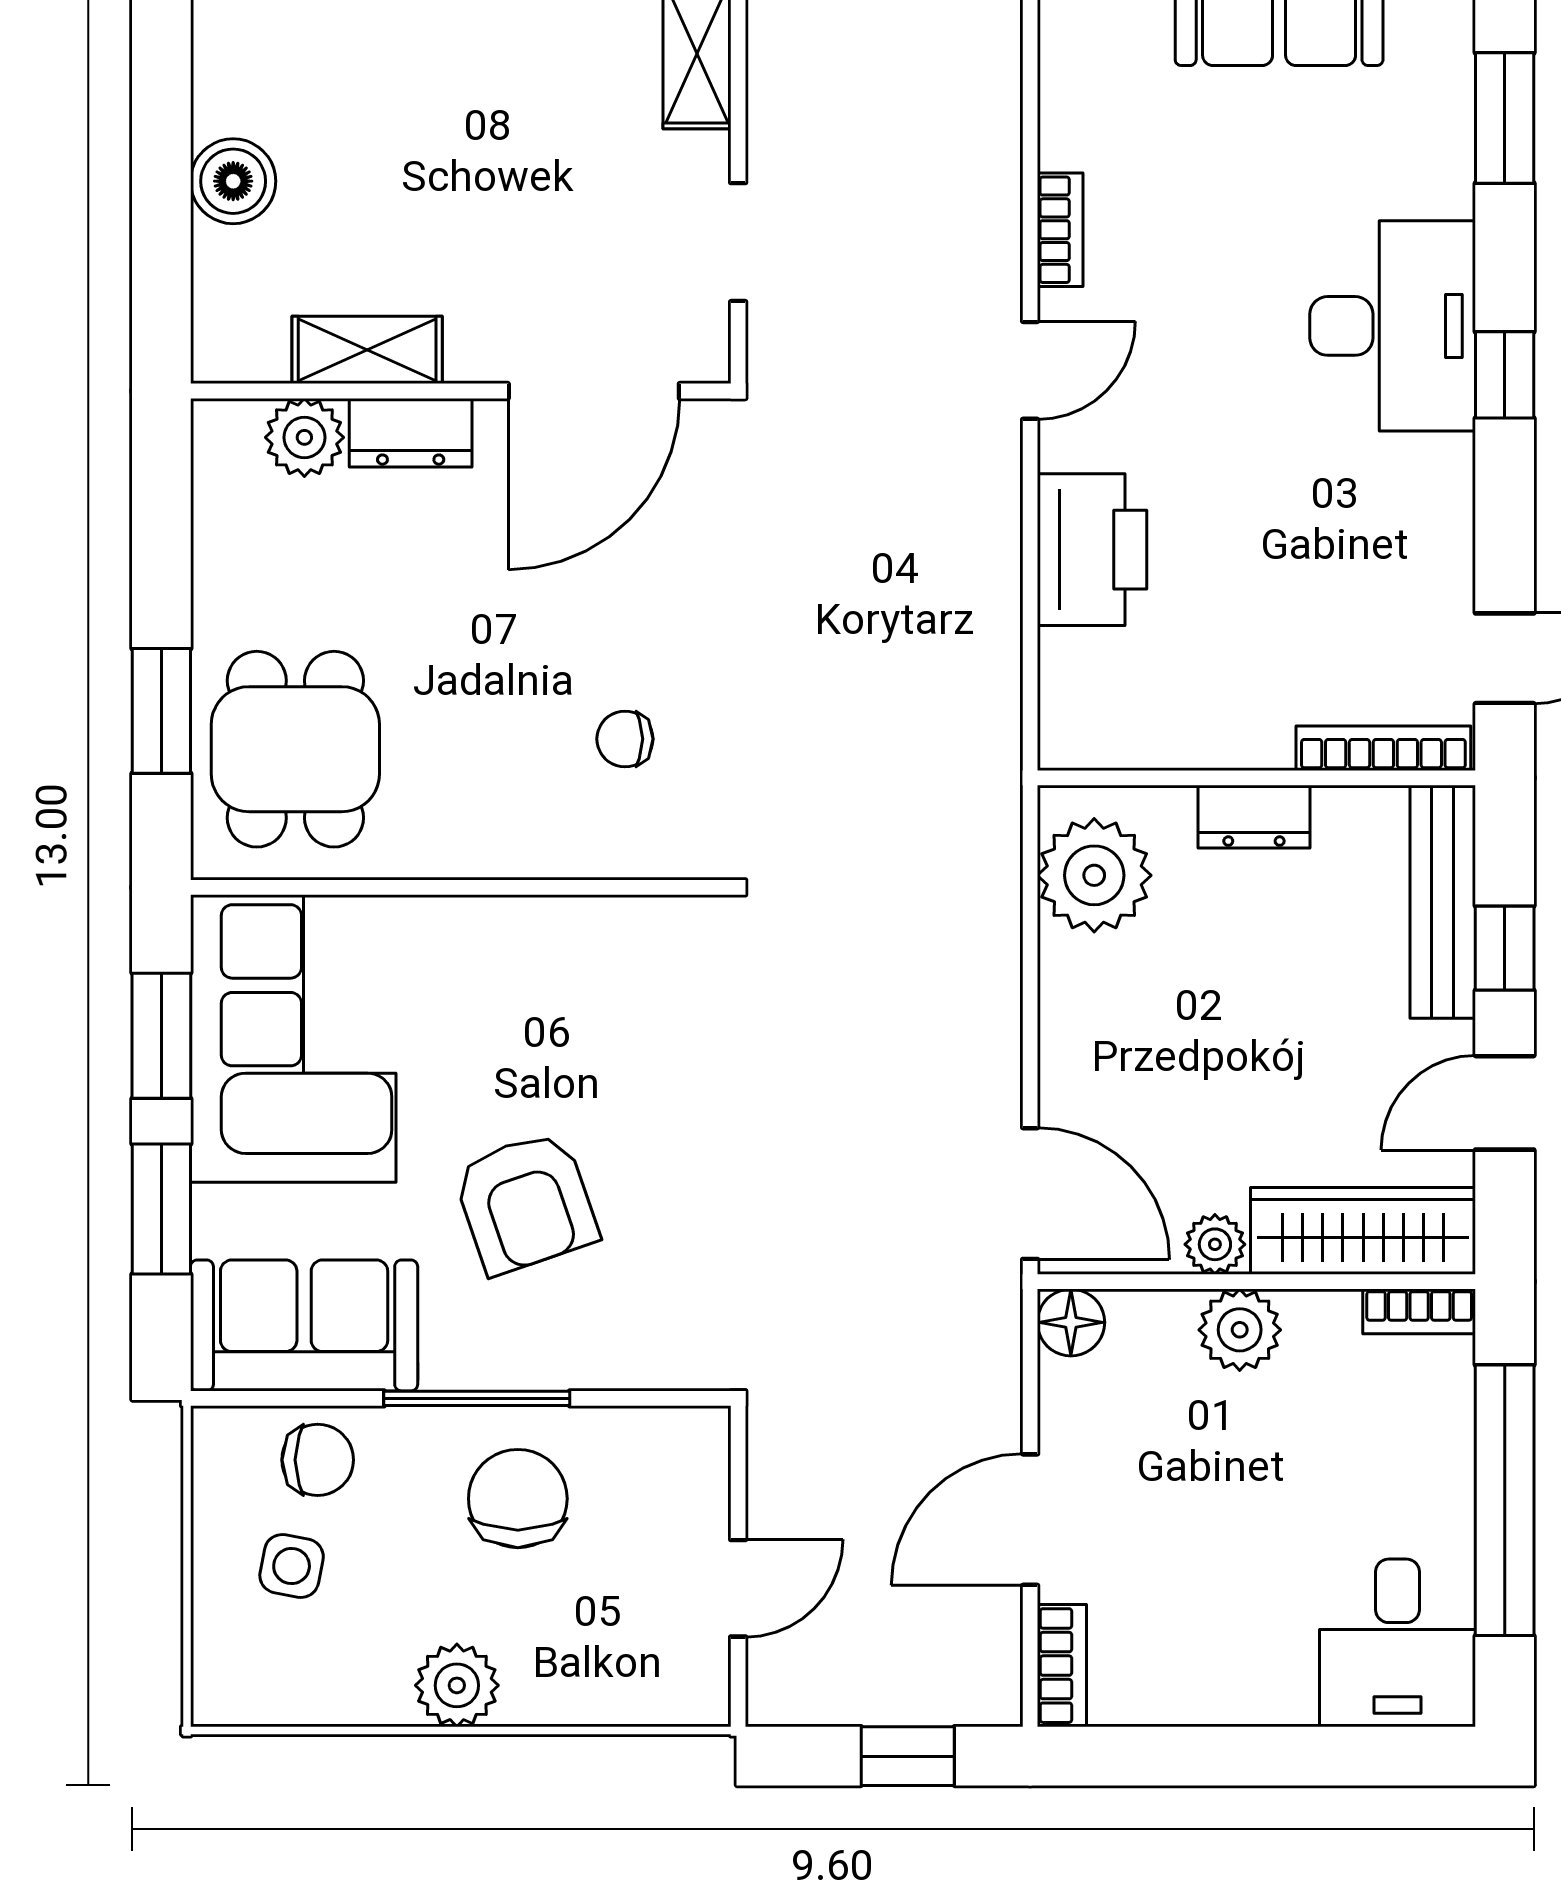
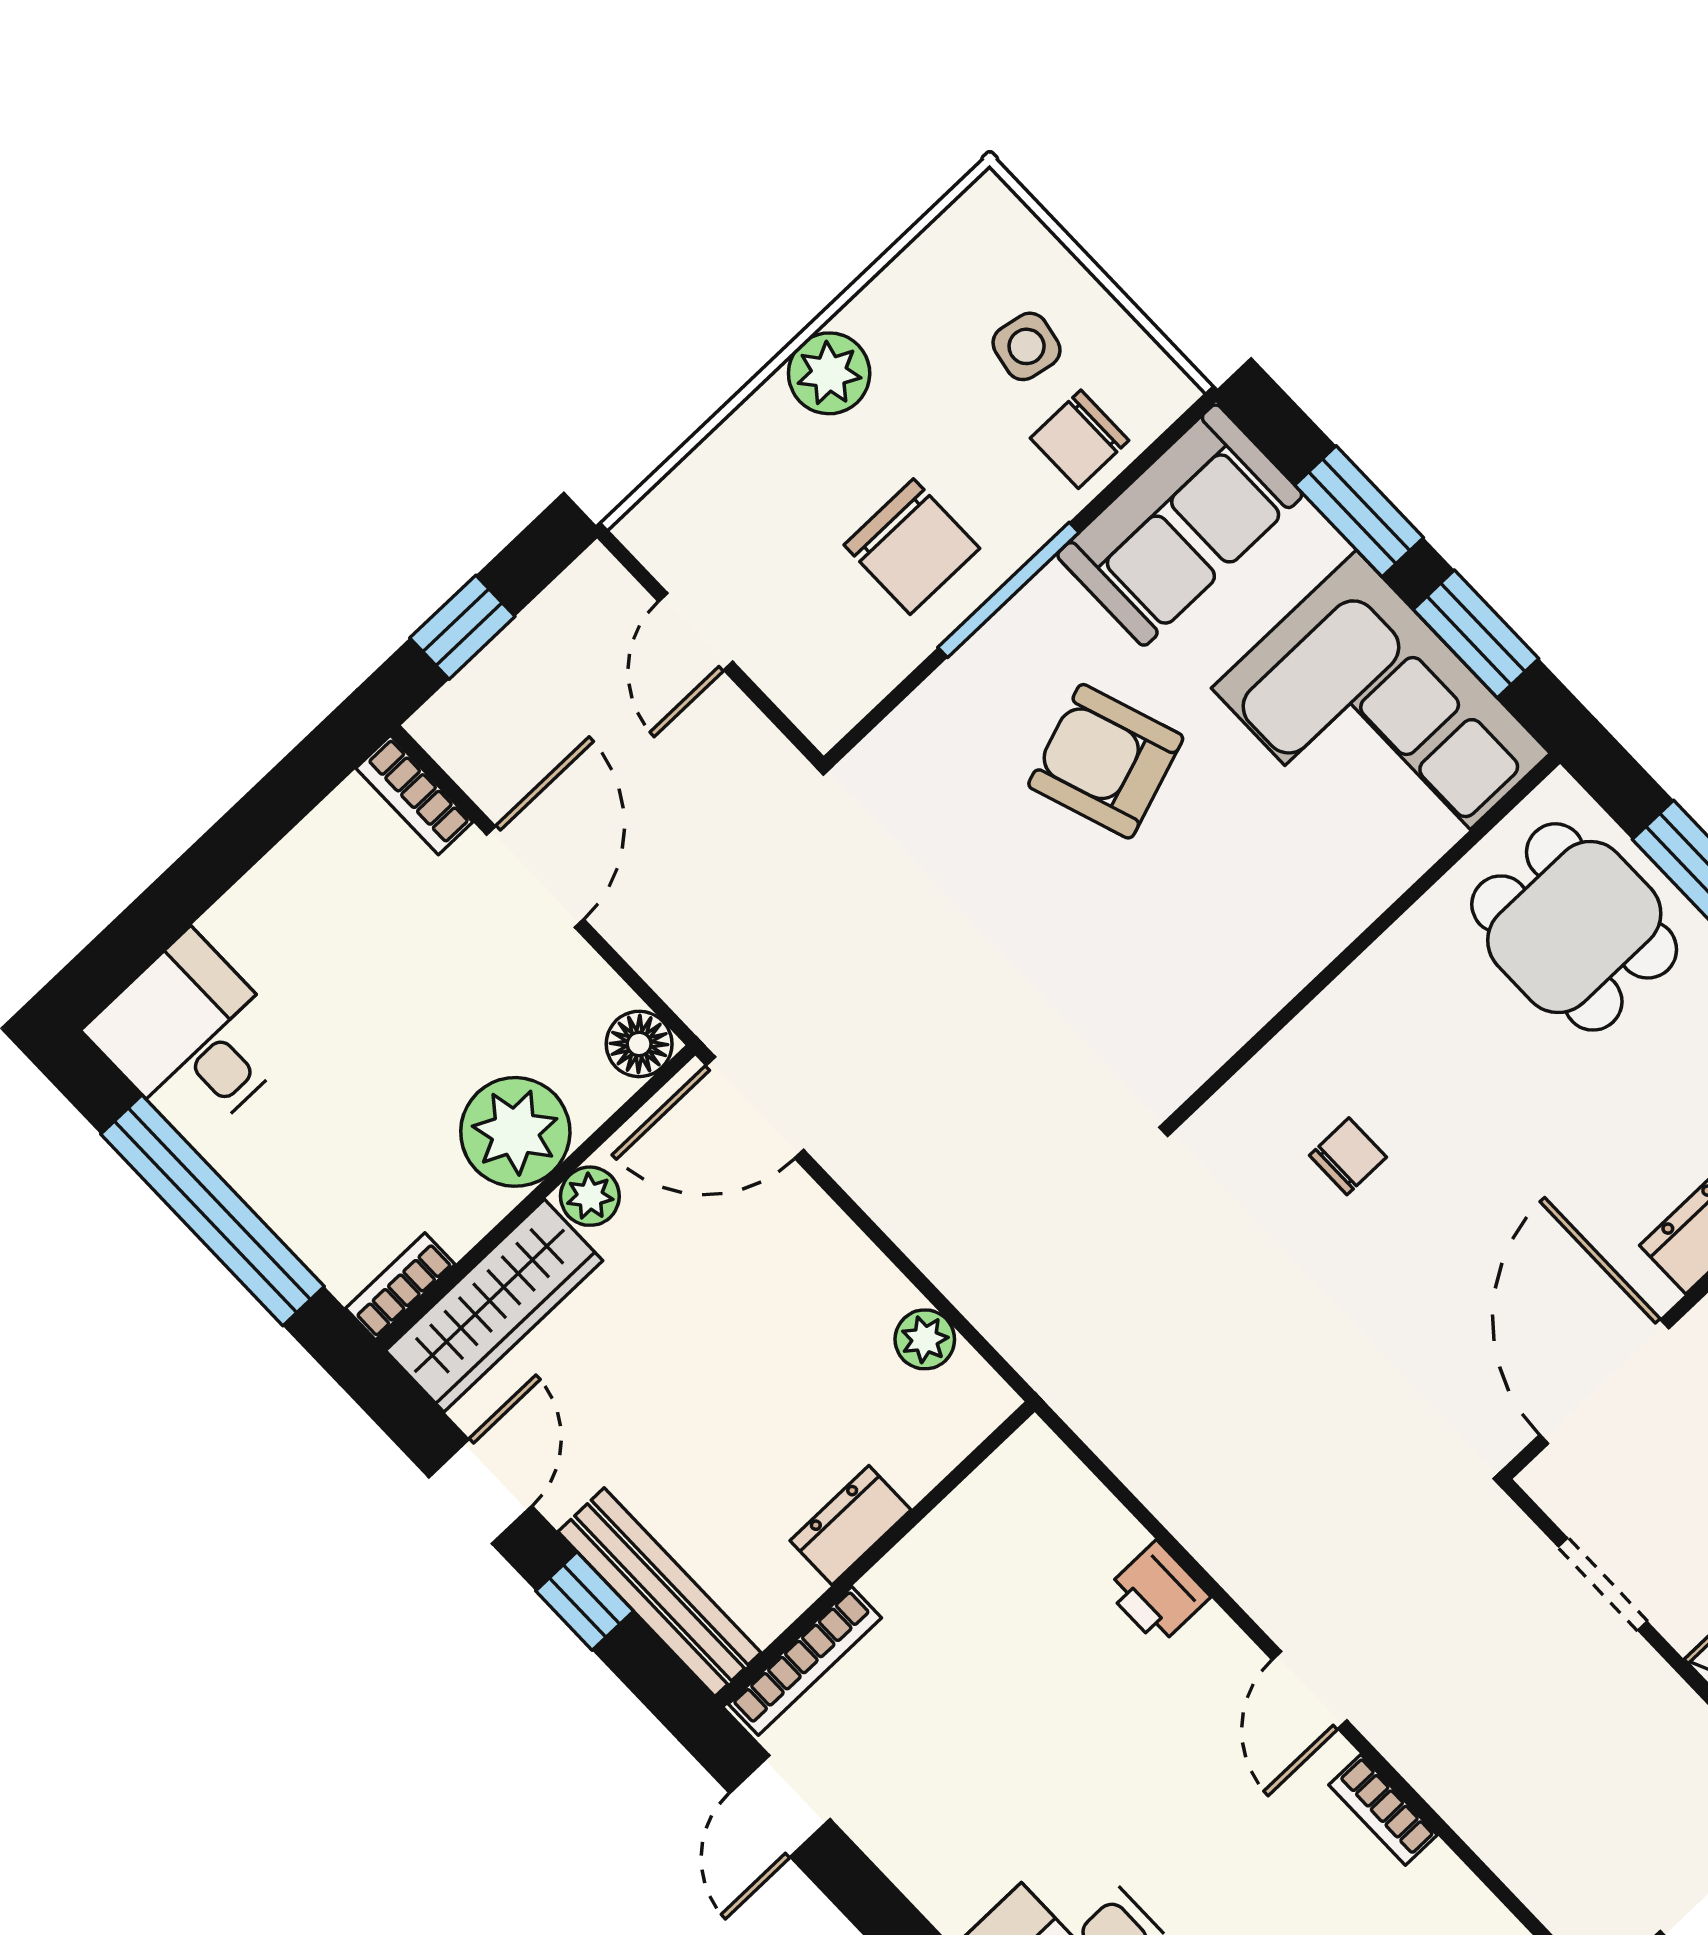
printer: (1092, 550) -> (1158, 1593), width x0.53, depth x0.68
plant: (1094, 875) -> (925, 1339), width x0.53, depth x0.53
plant: (1240, 1330) -> (515, 1132), width x1.36, depth x1.36

